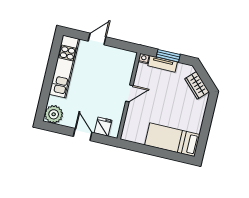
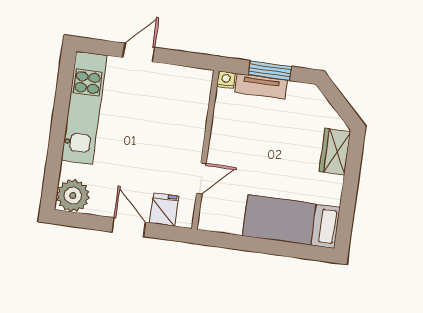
wardrobe: (197, 85) -> (335, 152), moved, turned 45
door: (129, 93) -> (201, 178), moved

